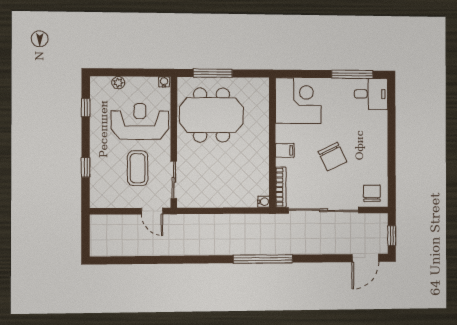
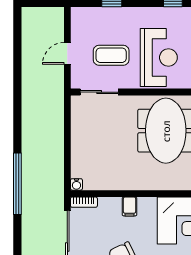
bookcase: (281, 187) -> (84, 202), width x0.64
door: (152, 211) -> (67, 53), moved

